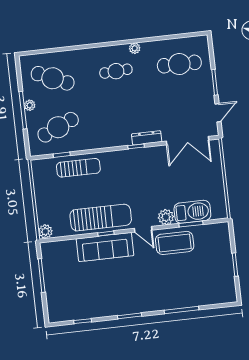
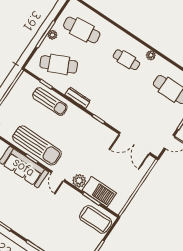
cafe table: (53, 78) -> (82, 30), turned -30
dresser: (147, 138) -> (78, 98), moved
coffee table: (175, 243) -> (96, 219), moved

